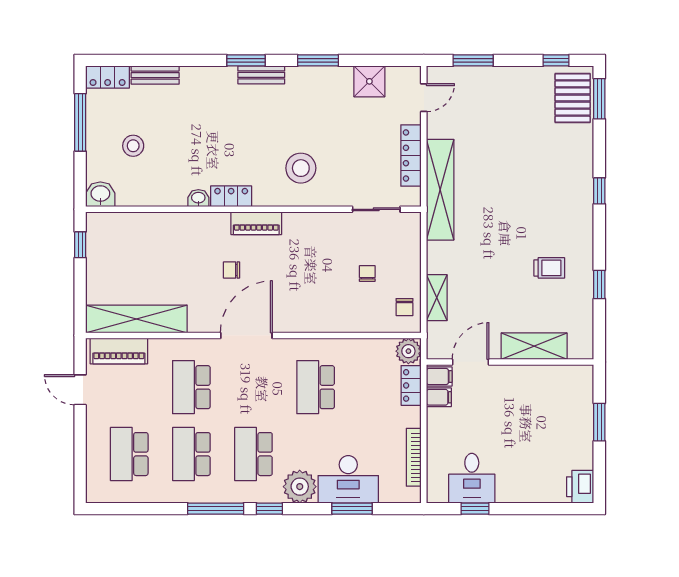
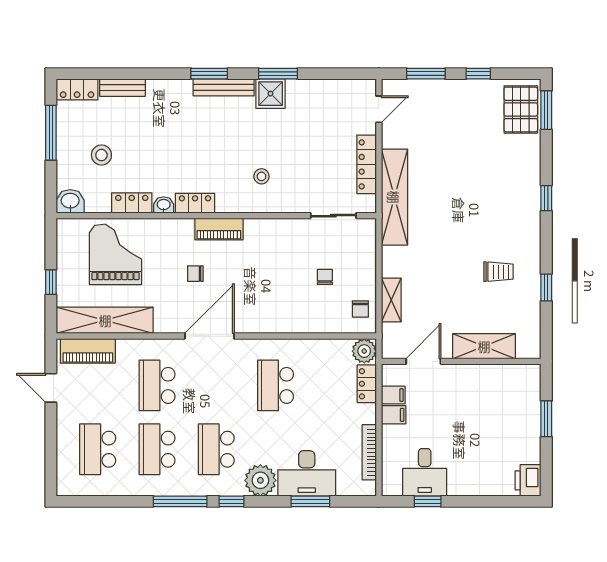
window: (556, 60) -> (478, 74), moved
bench: (261, 75) -> (224, 87), width x1.36
shower: (369, 81) -> (271, 94), moved
stool: (301, 168) -> (261, 176), width x0.53, depth x0.53
locker: (165, 196) -> (132, 203), added
window: (80, 245) -> (51, 282), moved
grand piano: (148, 250) -> (115, 254), added
filing cabinet: (439, 377) -> (394, 415), moved

